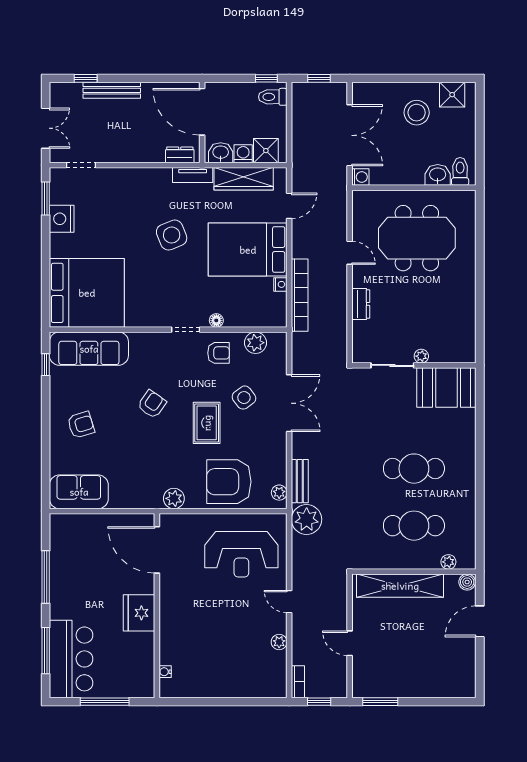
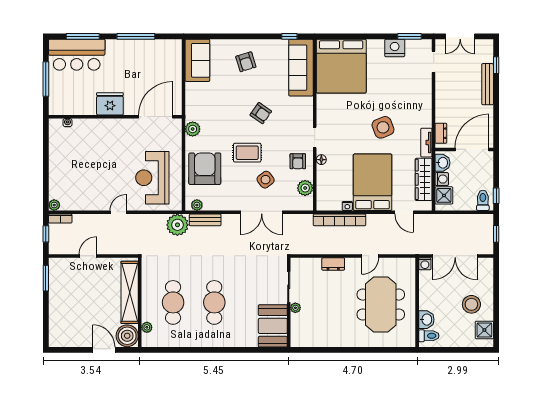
boiler: (467, 582) -> (127, 336), width x1.86, depth x1.86
plant: (279, 642) -> (54, 205), moved

